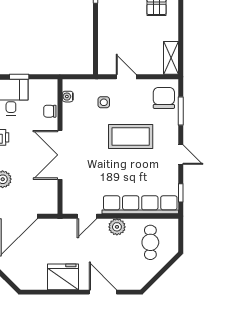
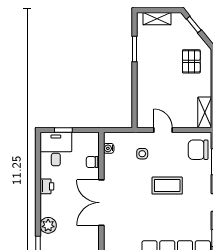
chair: (164, 98) -> (198, 150), turned -90
coffee table: (131, 136) -> (167, 186), width x0.73, depth x0.76

